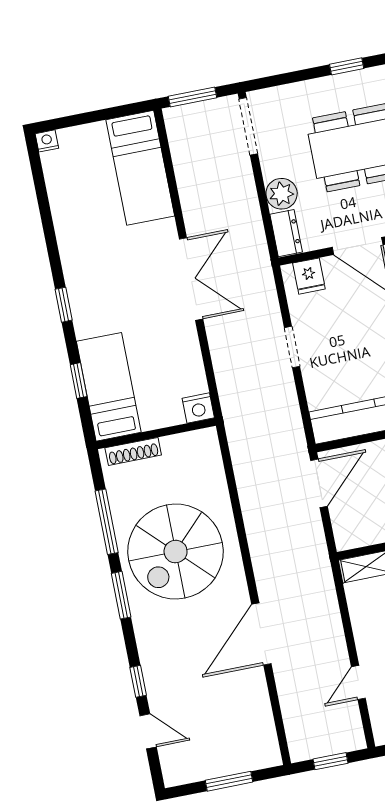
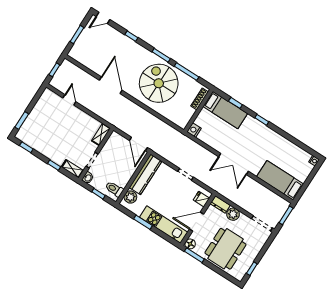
door: (148, 731) -> (103, 18), moved

